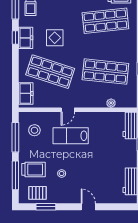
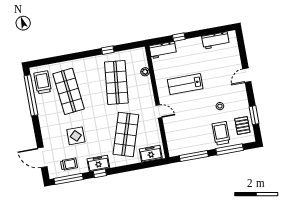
display table: (55, 38) -> (76, 136), moved
stool: (34, 130) -> (184, 139), removed
lab bench: (71, 136) -> (185, 84), moved, turned 90

